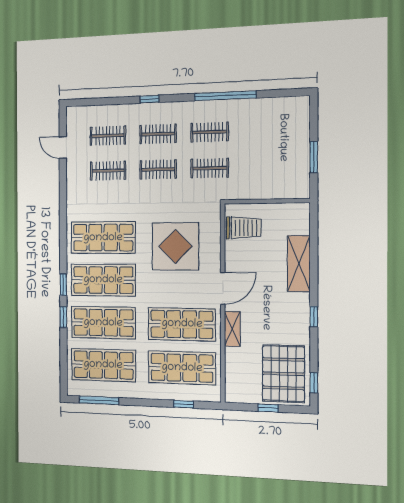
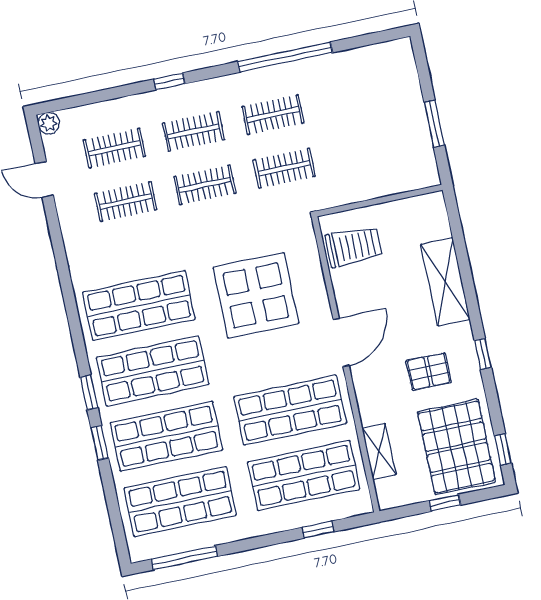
plant: (72, 113) -> (49, 123), added
pallet: (275, 320) -> (429, 371), added
shelving: (232, 329) -> (379, 452), moved

